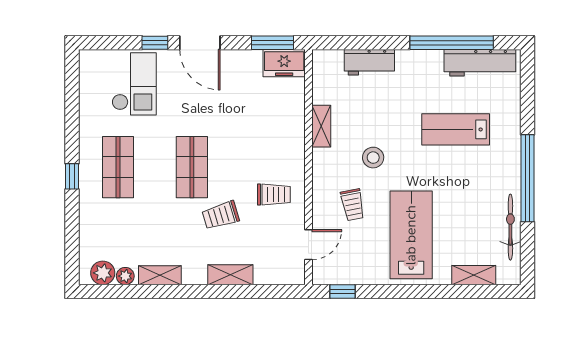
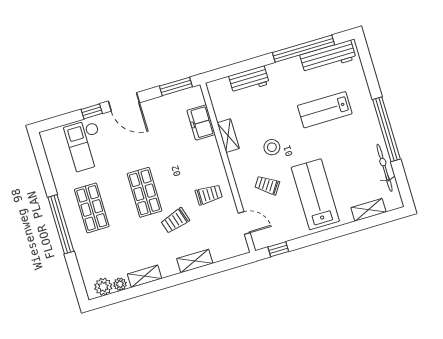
freezer: (284, 63) -> (201, 122), moved, turned 90
checkout: (134, 84) -> (86, 145), turned 180
window: (72, 176) -> (61, 224), width x3.17
trolley: (353, 205) -> (267, 185), turned 135
door: (309, 245) -> (244, 223), hinge flipped

